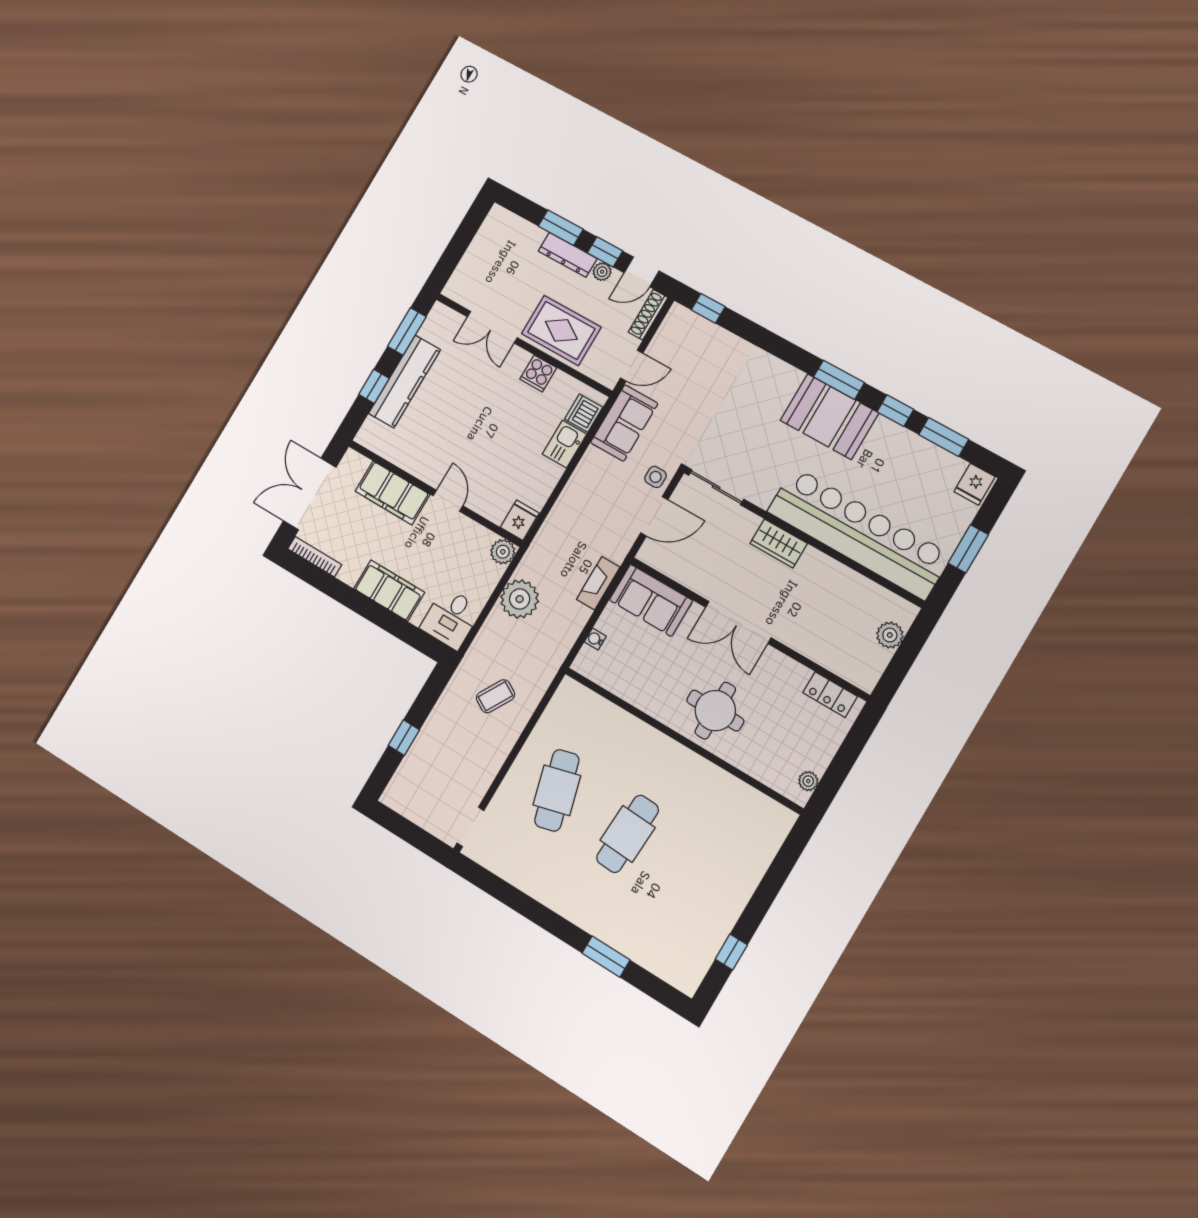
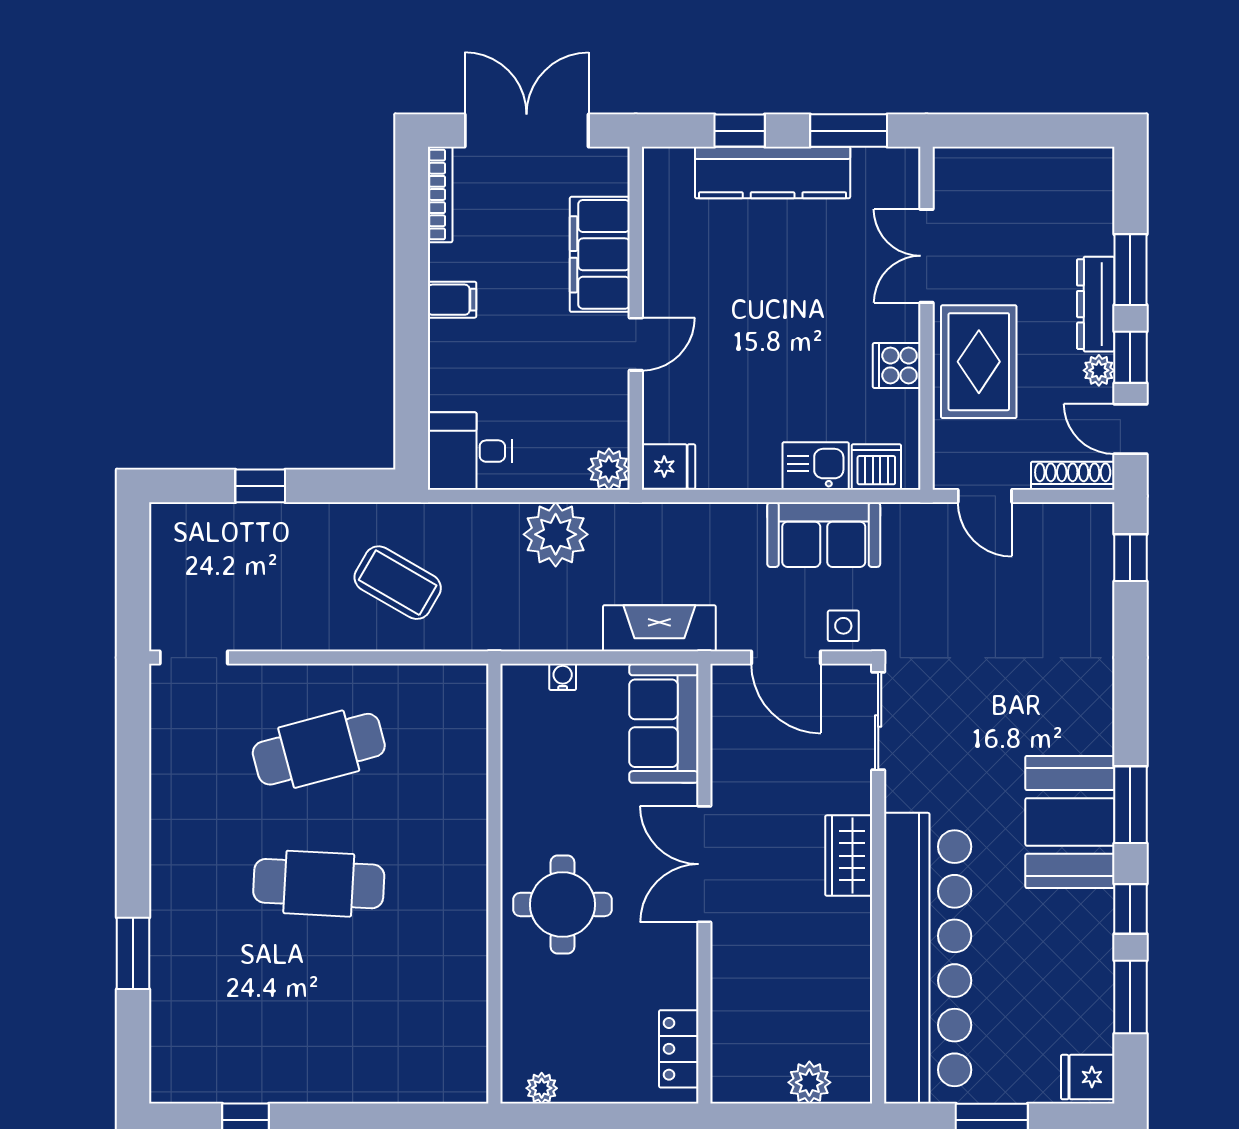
sofa: (624, 423) -> (824, 535), moved
fireplace: (598, 583) -> (659, 628), width x1.37, depth x1.32
filing cabinet: (389, 591) -> (452, 300), width x0.33, depth x0.86
coffee table: (495, 696) -> (398, 583), width x1.36, depth x1.30

